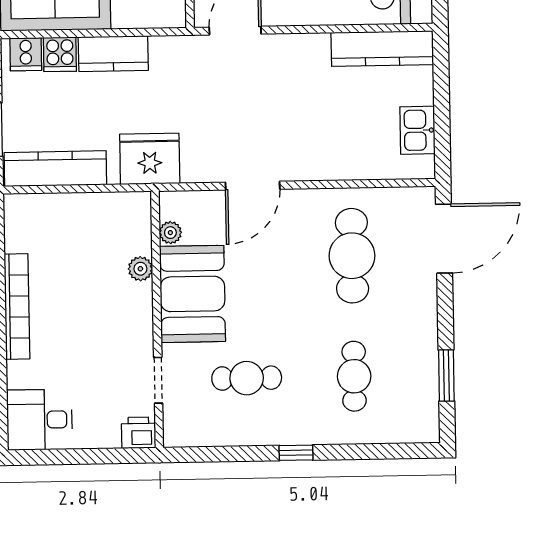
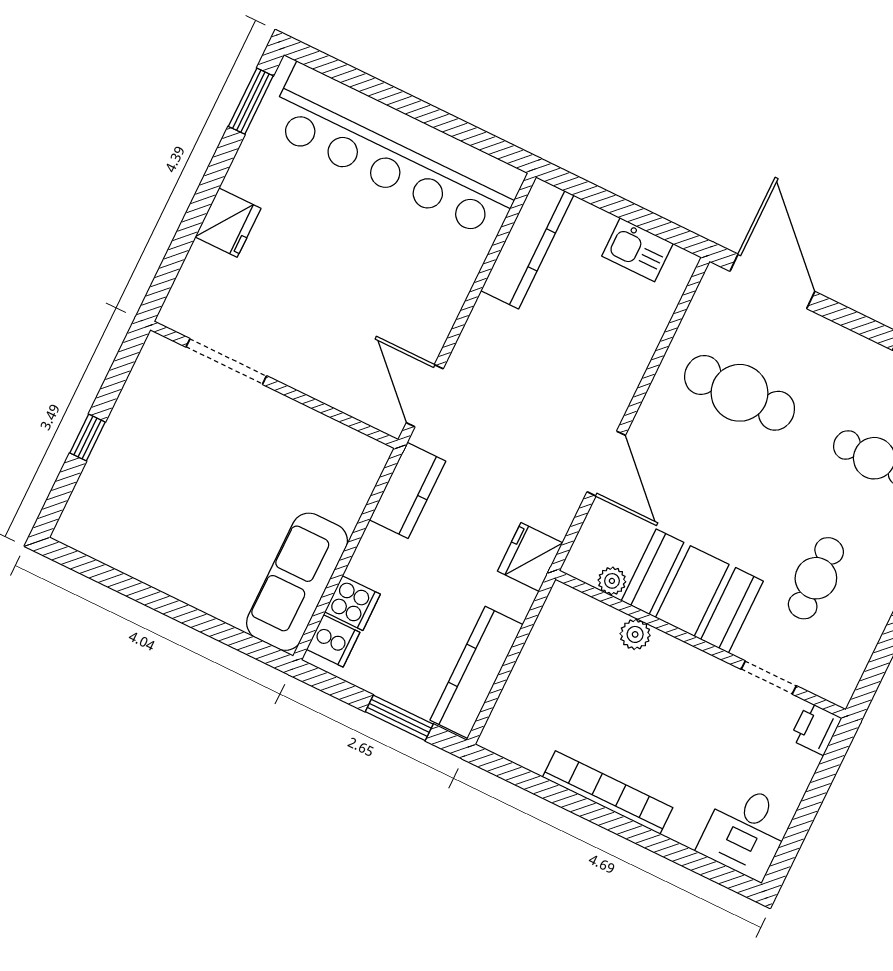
kitchen counter: (113, 54) -> (408, 490), moved
fridge: (150, 159) -> (530, 557), width x0.73, depth x0.75

